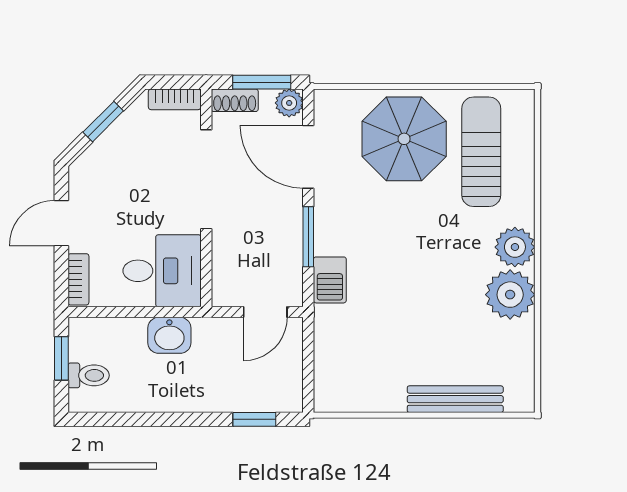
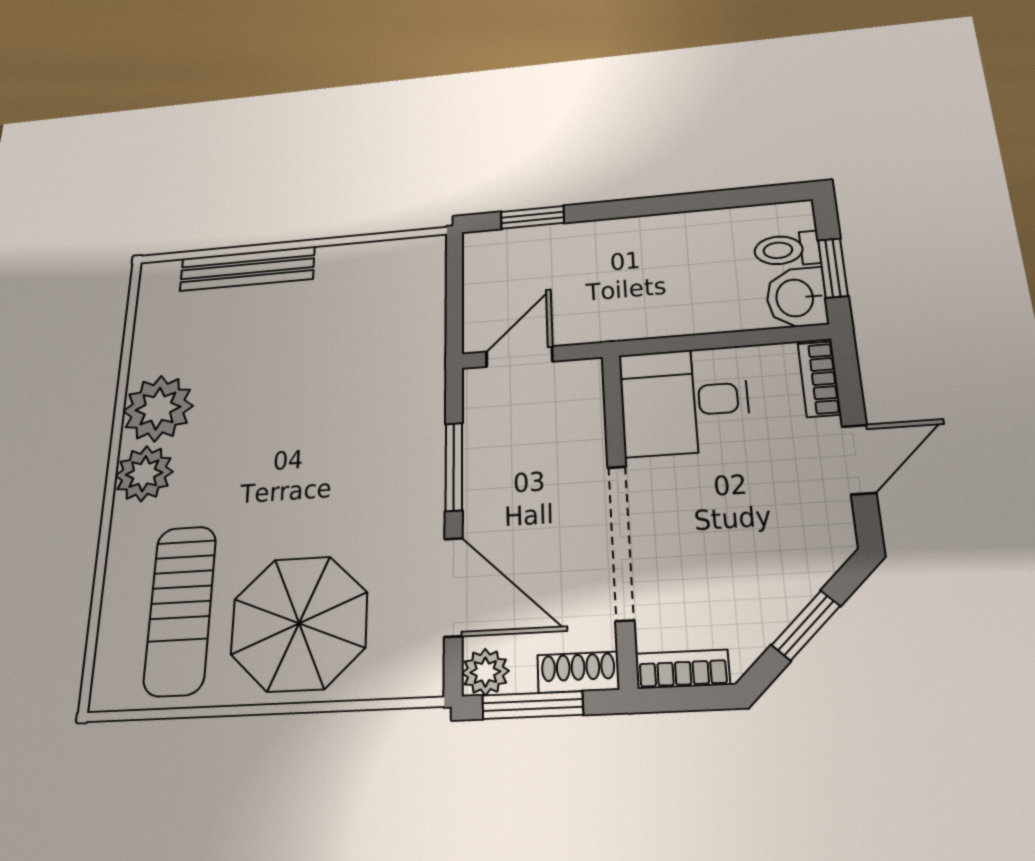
barbecue: (330, 280) -> (421, 408), removed
washbasin: (169, 335) -> (796, 298), moved, turned -90

